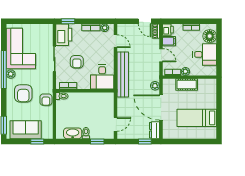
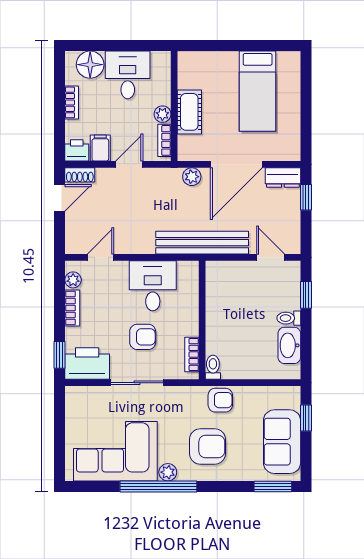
bench: (123, 74) -> (202, 243), moved
desk: (102, 77) -> (153, 286), moved, turned -90

